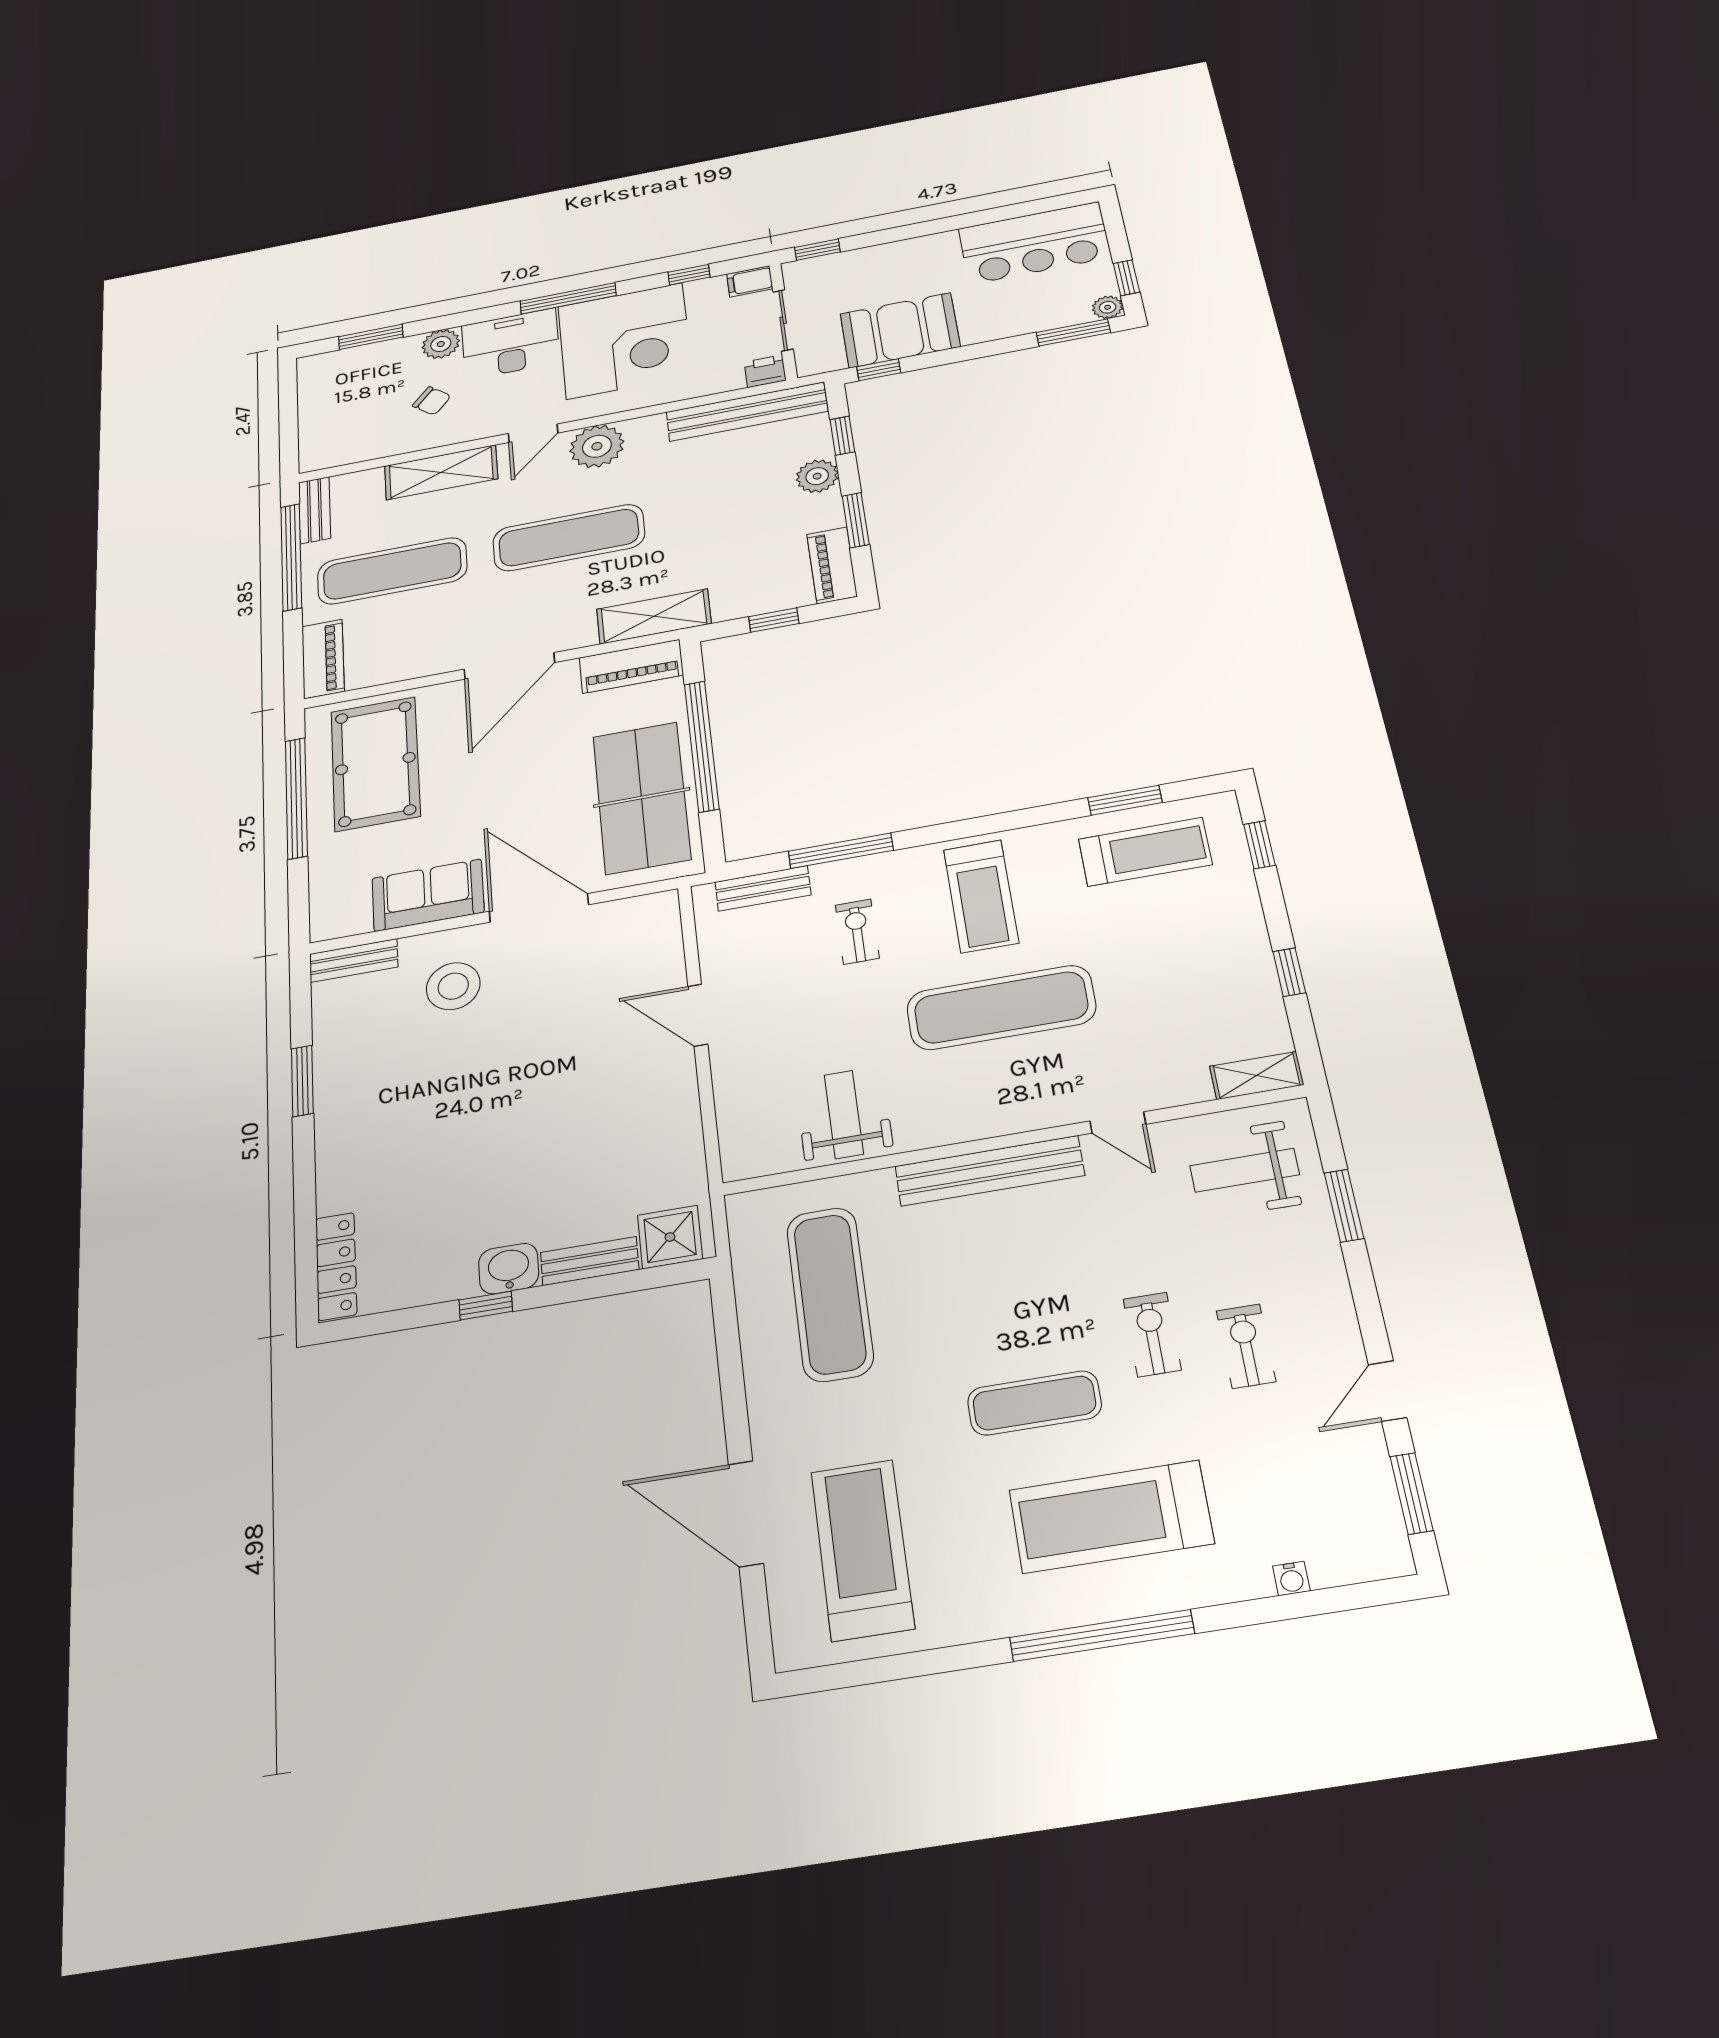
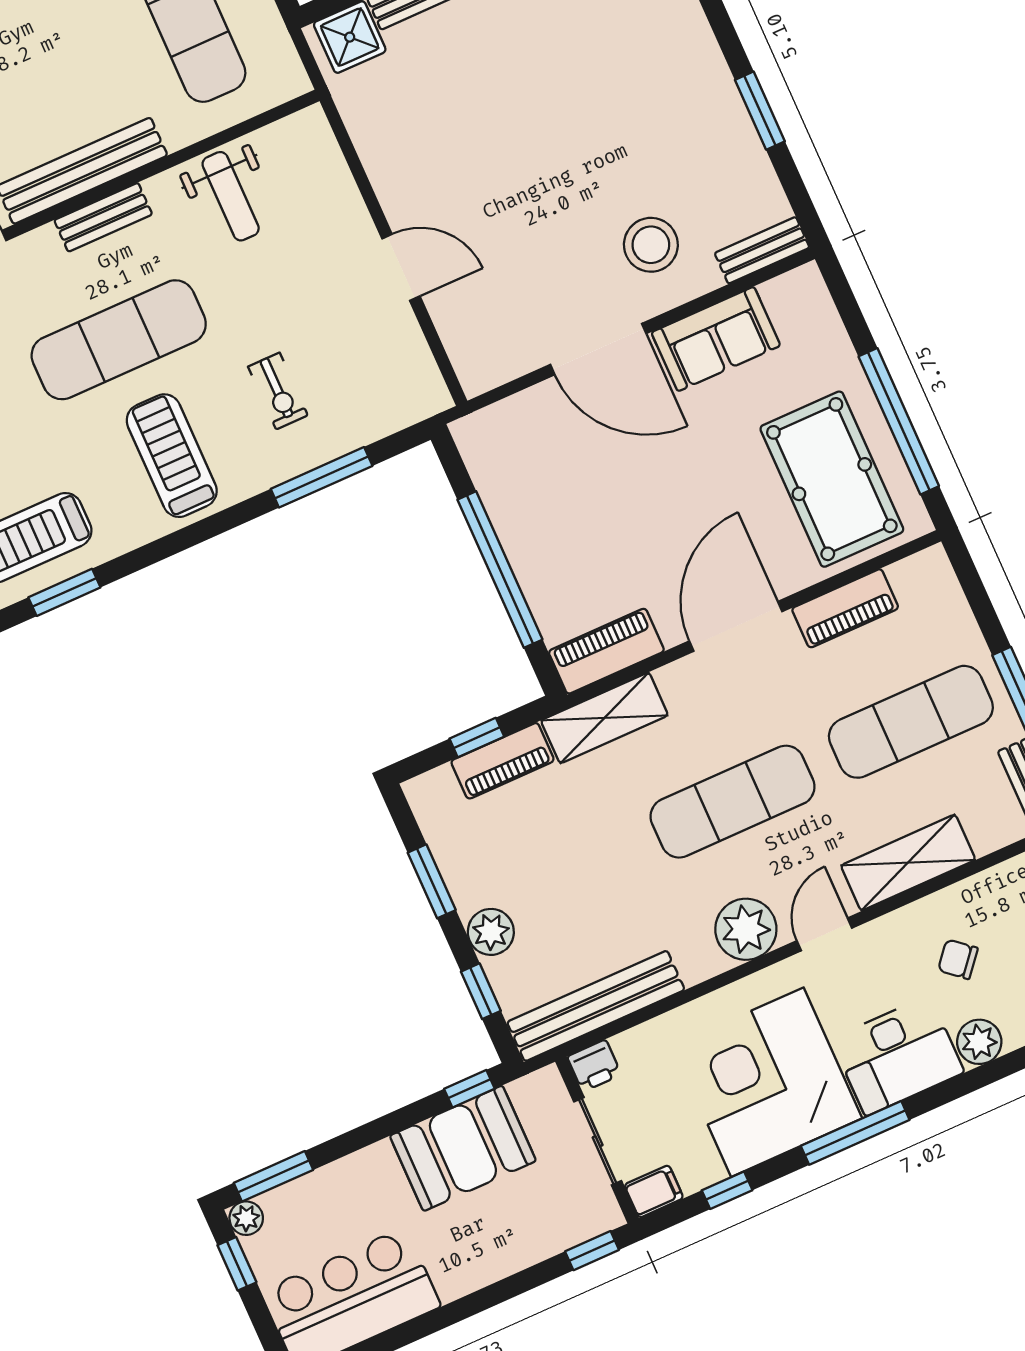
piano: (832, 565) -> (503, 761), moved, turned 90
piano: (323, 659) -> (845, 608), moved, turned -90
table tennis table: (642, 798) -> (540, 497), removed
bench: (763, 888) -> (103, 217), moved

